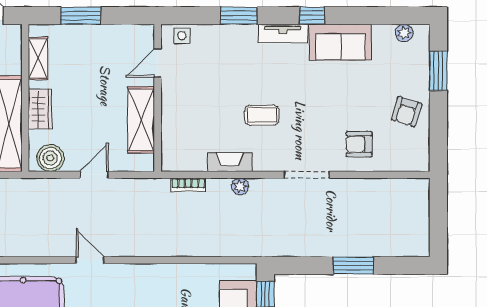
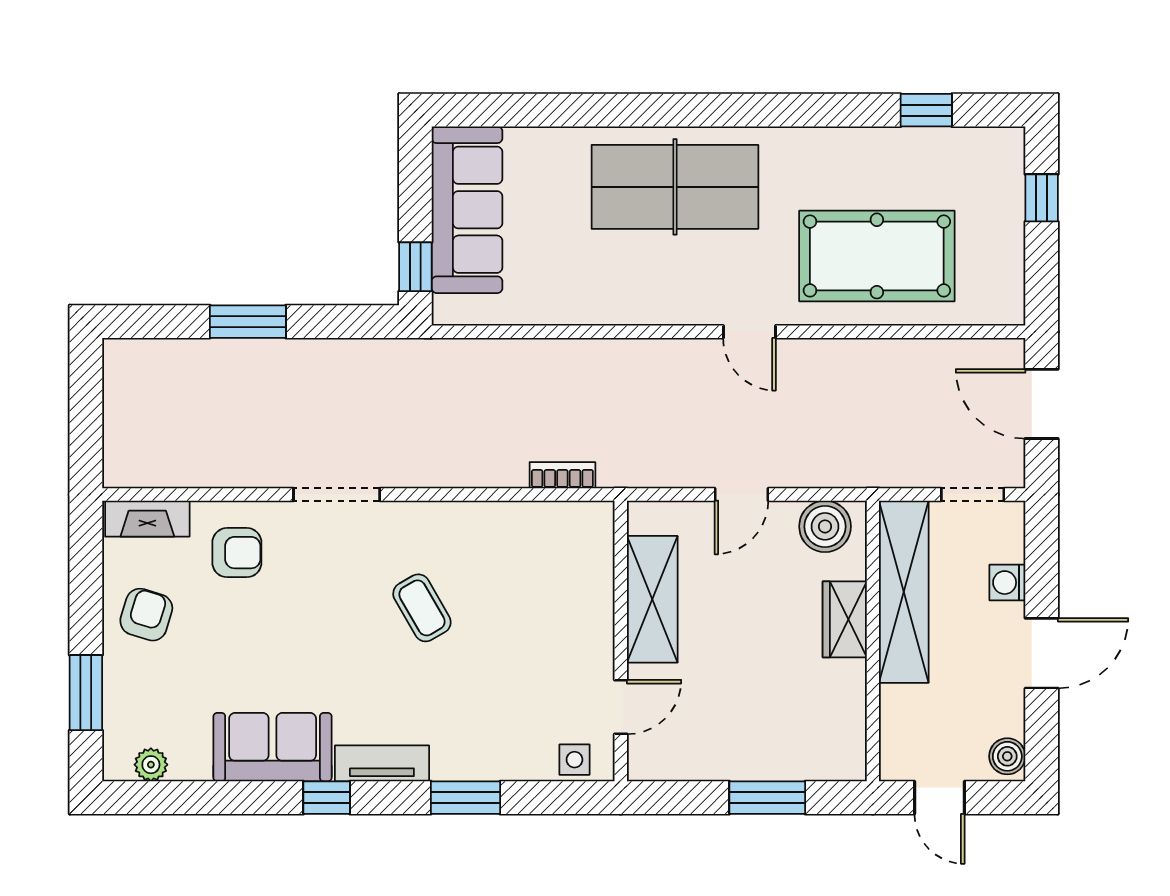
shelving: (38, 58) -> (849, 716), removed
coffee table: (262, 115) -> (422, 608), turned 60
fireplace: (230, 162) -> (147, 519), moved
plant: (240, 186) -> (463, 472), removed

